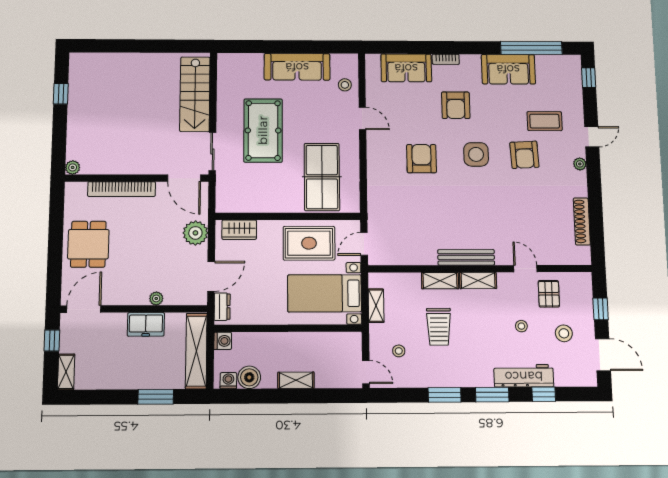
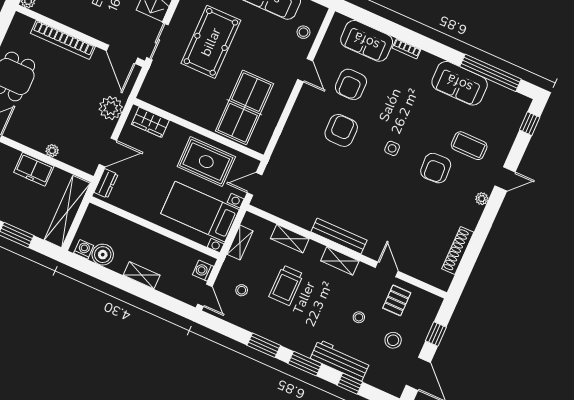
armchair: (456, 105) -> (351, 84), moved
side table: (476, 154) -> (392, 148), width x0.54, depth x0.54
shelving: (440, 281) -> (290, 239), moved
washing machine: (223, 341) -> (203, 271), moved, turned 180

